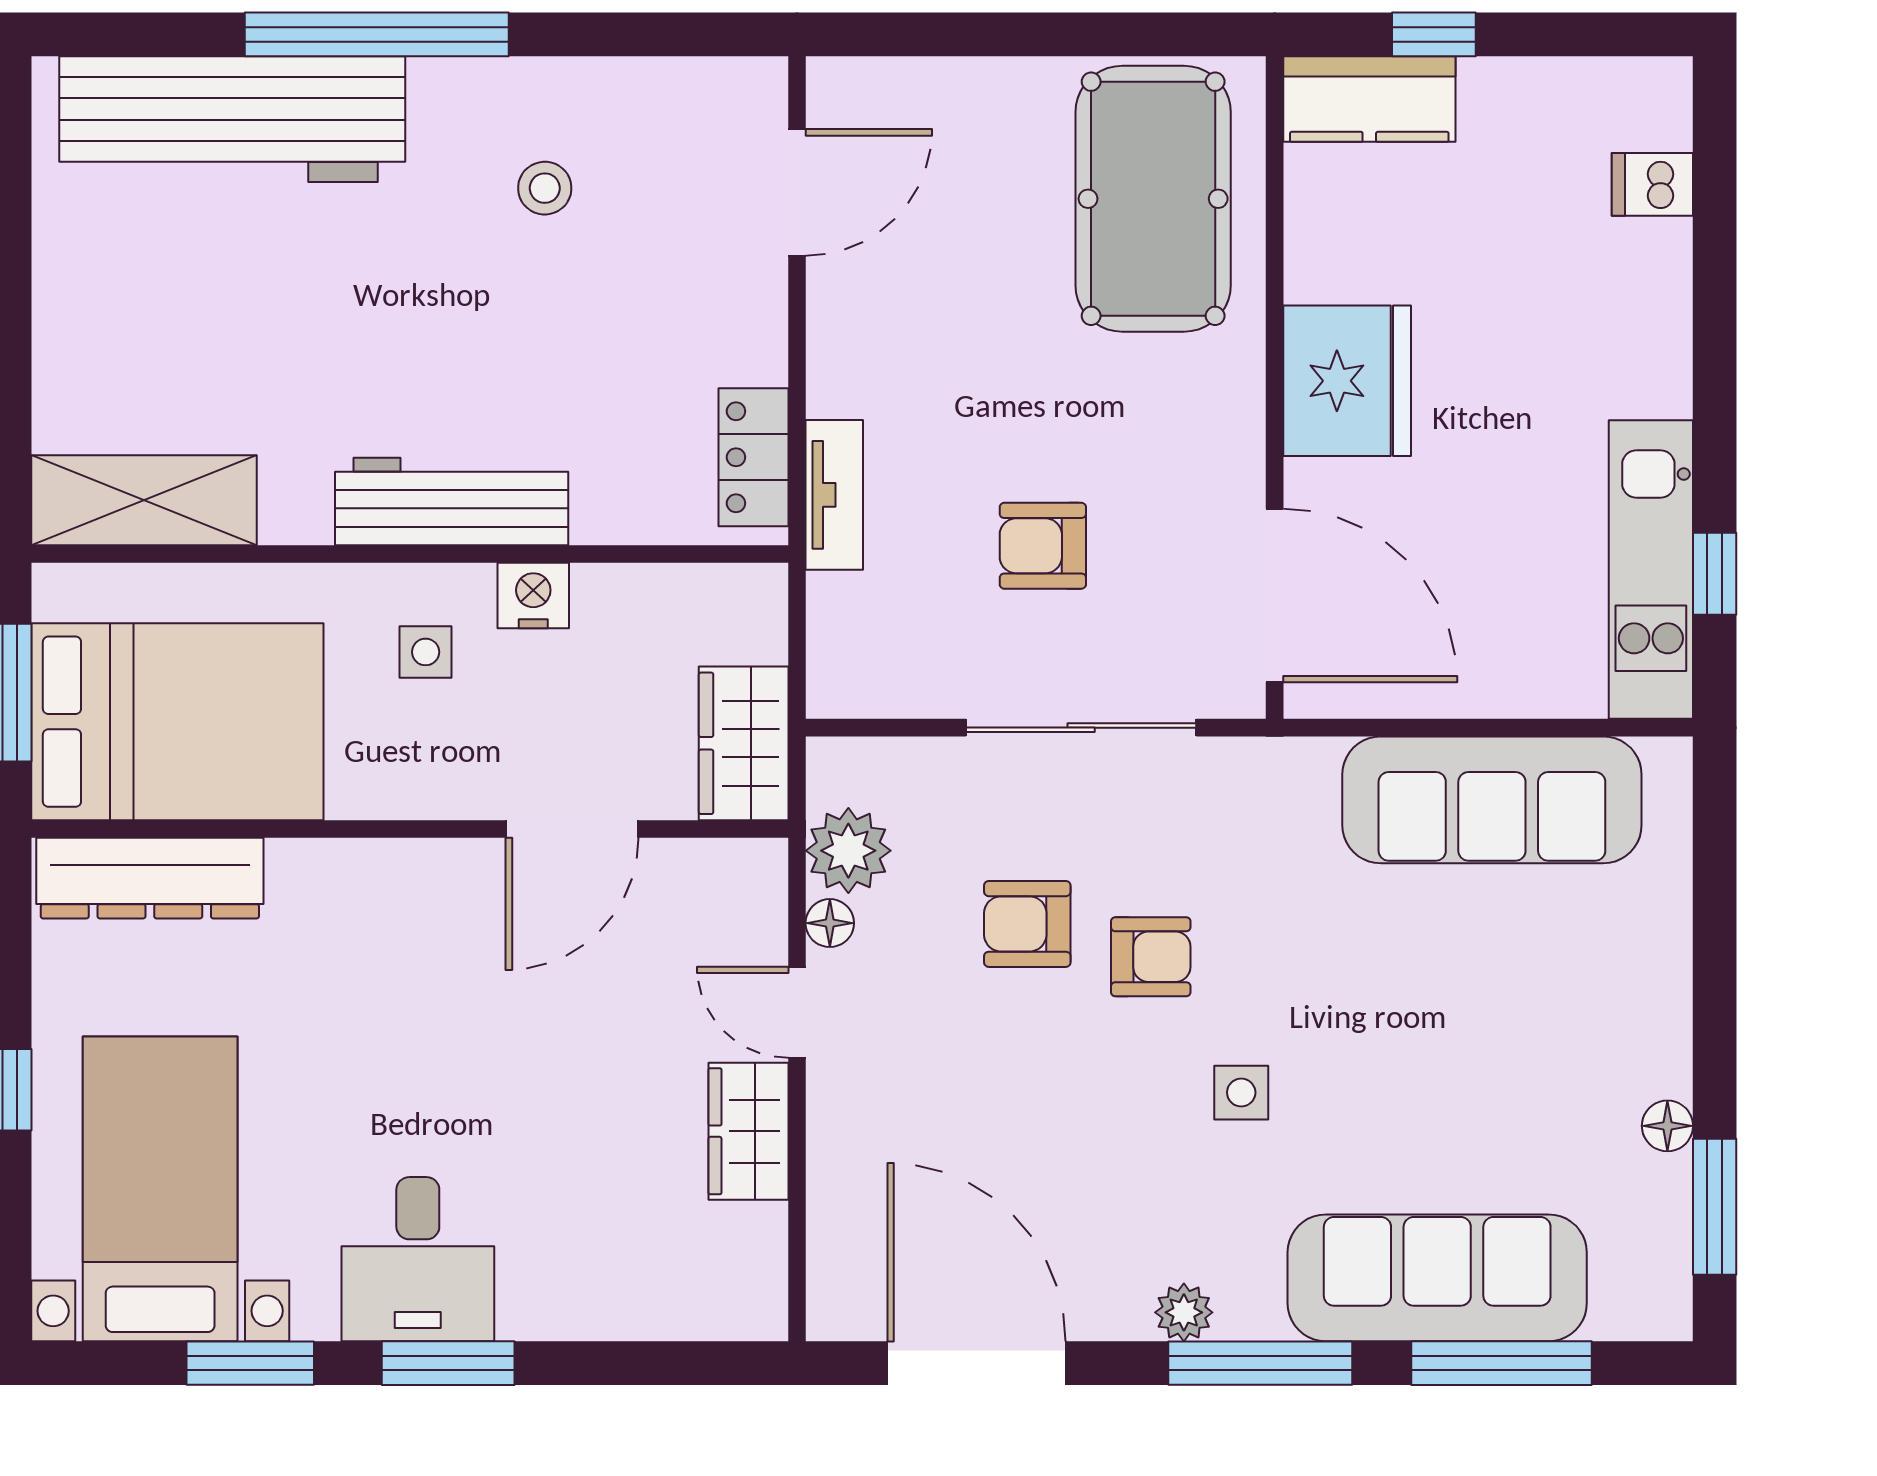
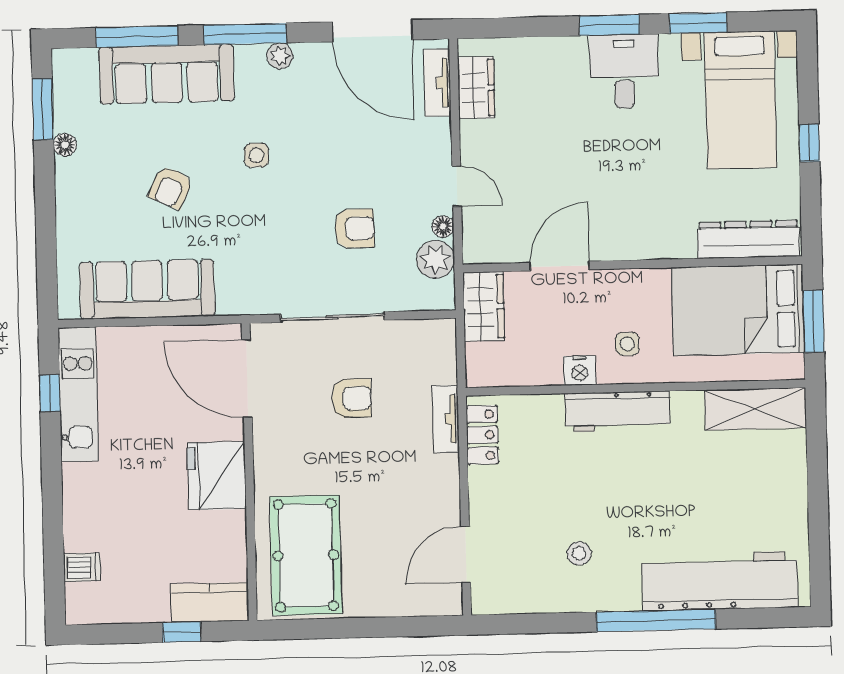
armchair: (1151, 957) -> (171, 187), moved, turned -65
wardrobe: (748, 1131) -> (476, 88), moved
tv unit: (834, 1244) -> (437, 83), added

